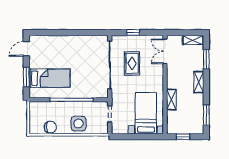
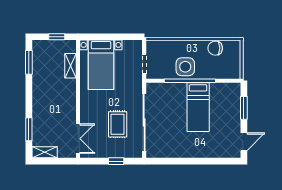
bed: (49, 78) -> (198, 107), moved, turned -90
shelving: (199, 82) -> (38, 102), removed
shelving: (171, 100) -> (70, 66), moved
side table: (78, 124) -> (185, 67), moved

